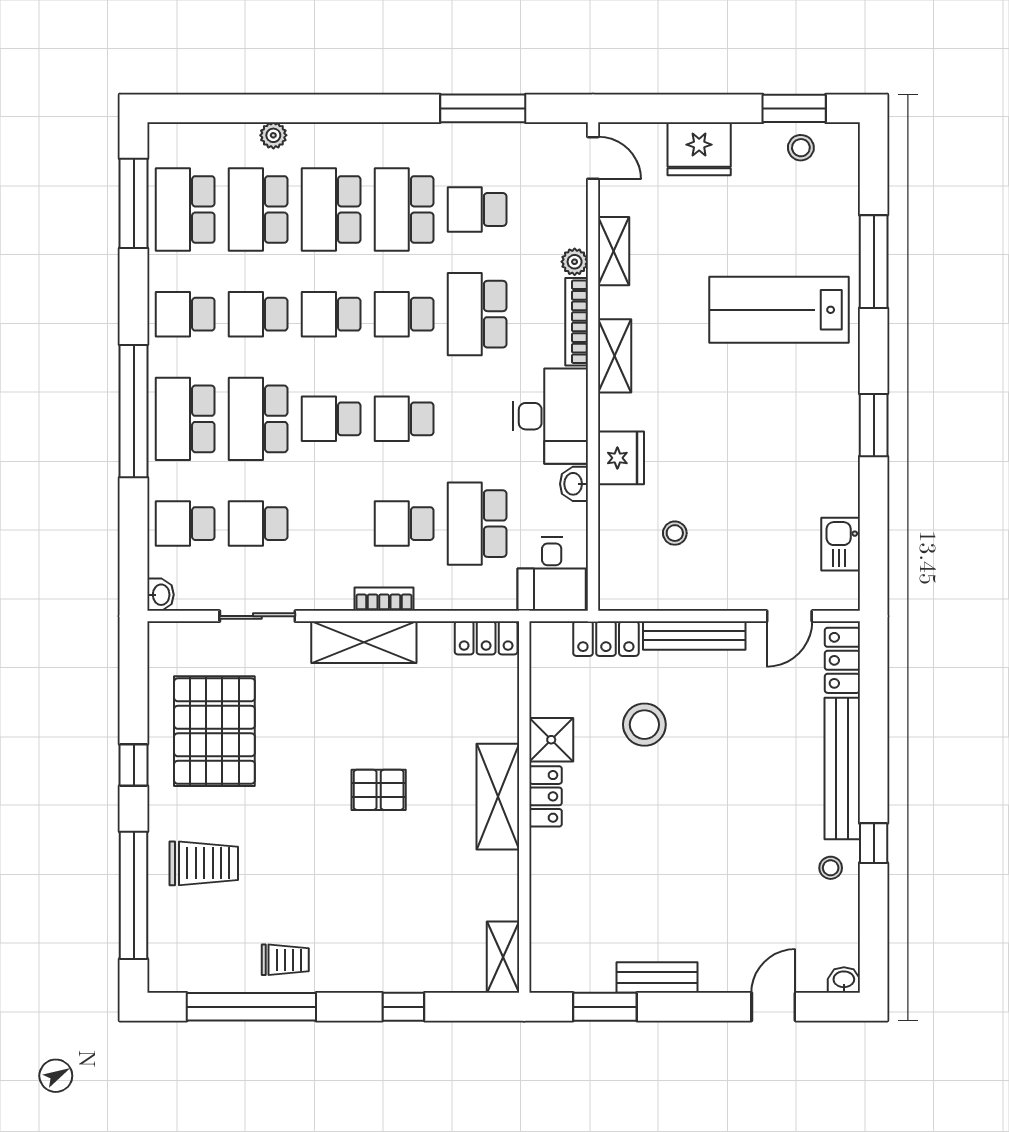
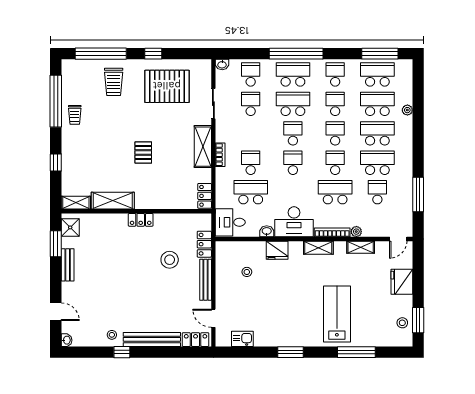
shower: (551, 740) -> (70, 227), moved
shelving: (498, 797) -> (113, 201), moved

